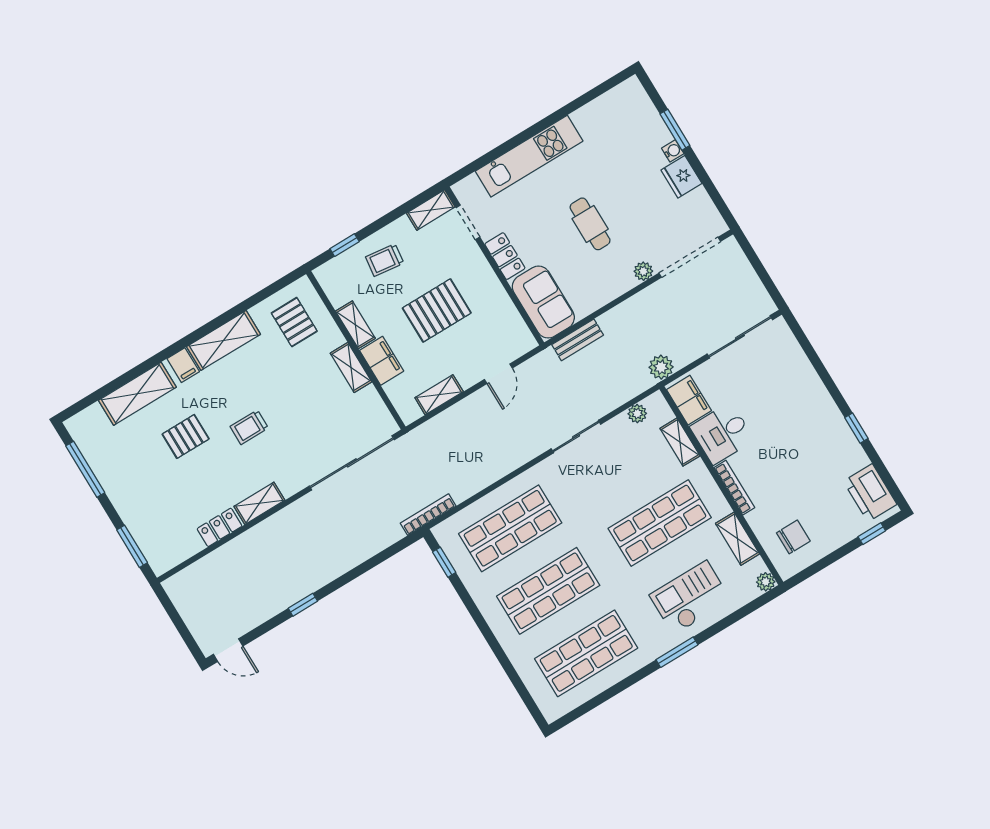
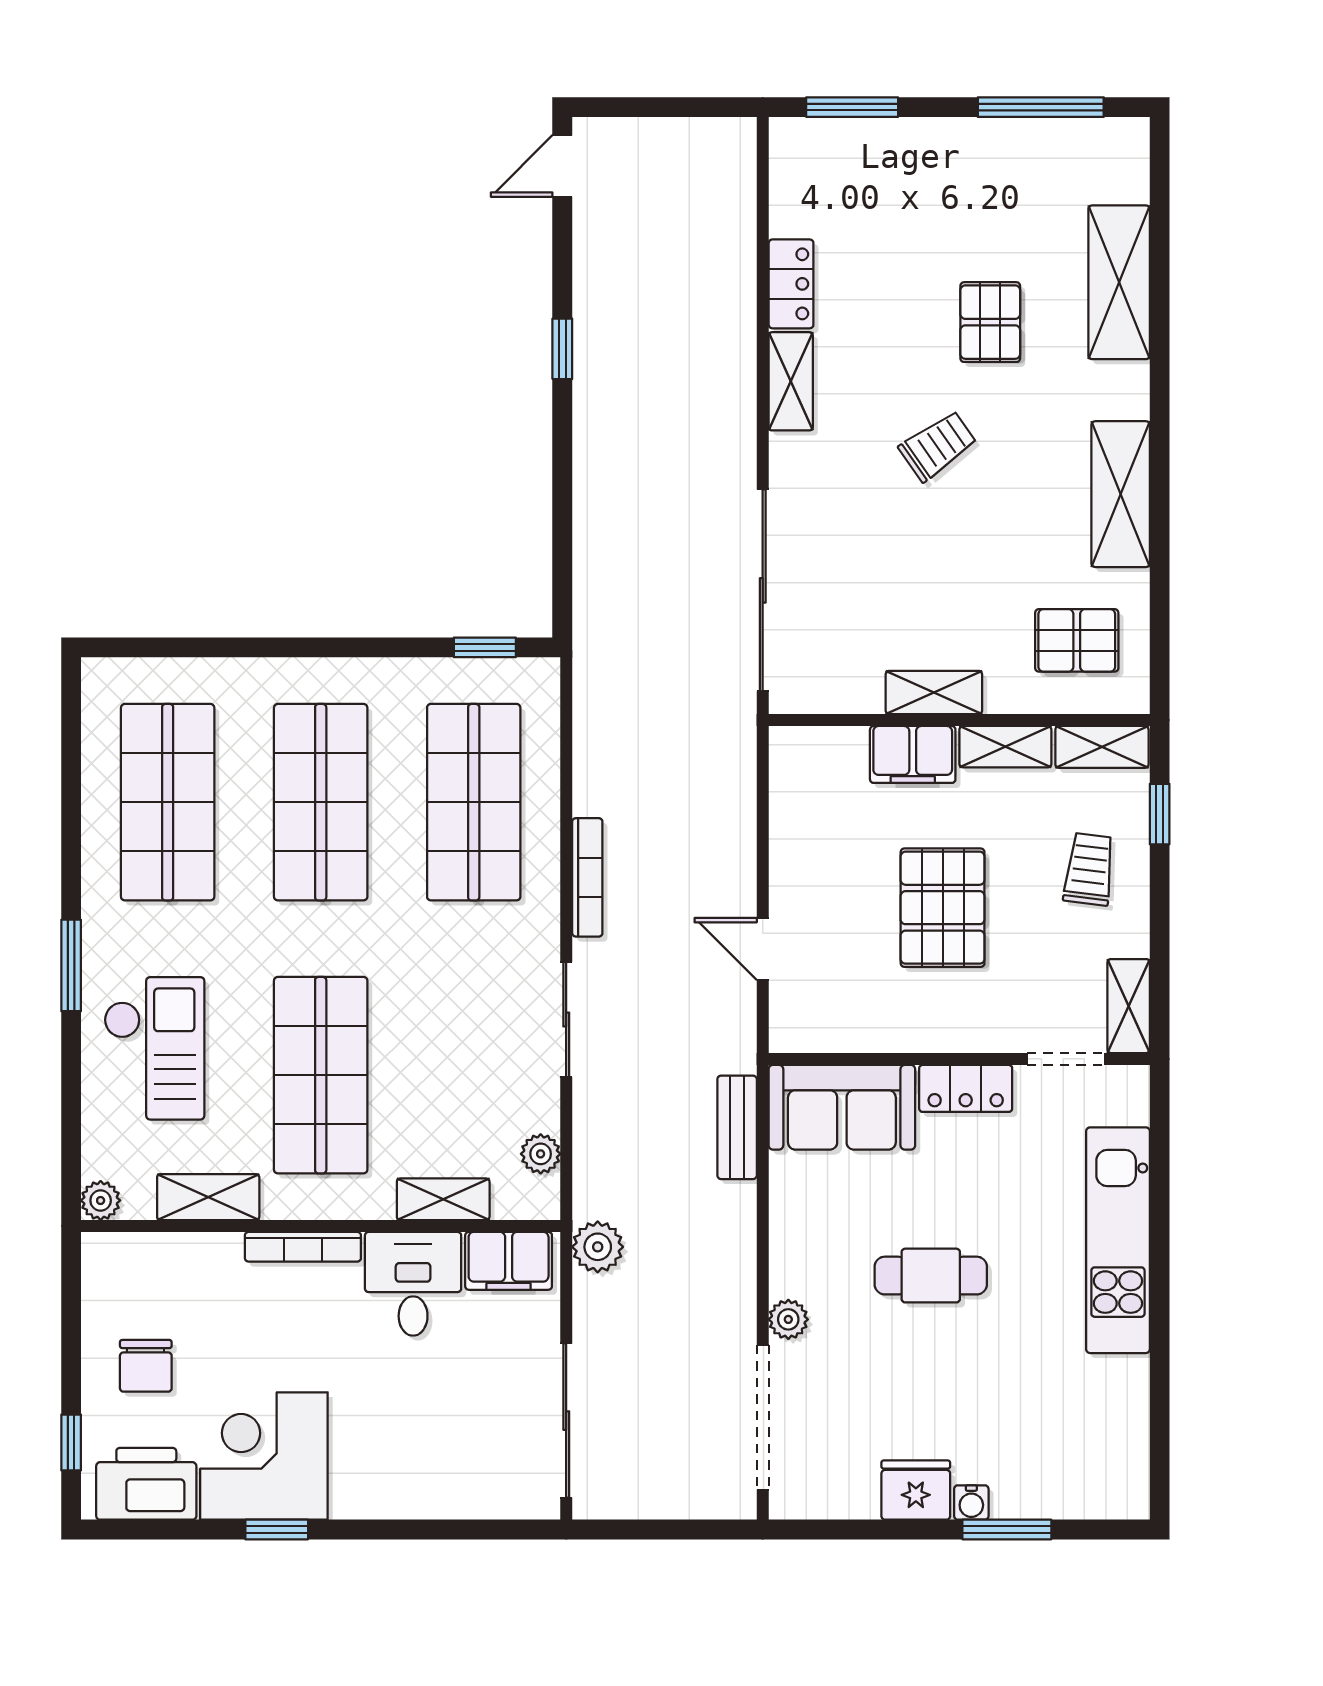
filing cabinet: (183, 365) -> (1120, 395), removed
shelving: (439, 395) -> (1102, 747), moved, turned 90
trolley: (249, 427) -> (938, 446), turned 55
corner desk: (829, 452) -> (264, 1456), added
bookcase: (428, 515) -> (587, 877), moved
chair: (793, 537) -> (146, 1366), moved

